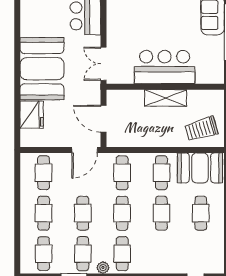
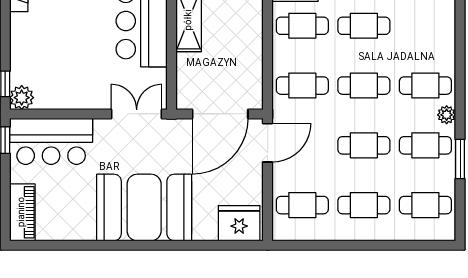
double door: (103, 64) -> (137, 114), swing flipped
fridge: (32, 115) -> (239, 223), moved
door: (103, 119) -> (220, 114), width x1.36
door: (85, 150) -> (268, 143), hinge flipped

